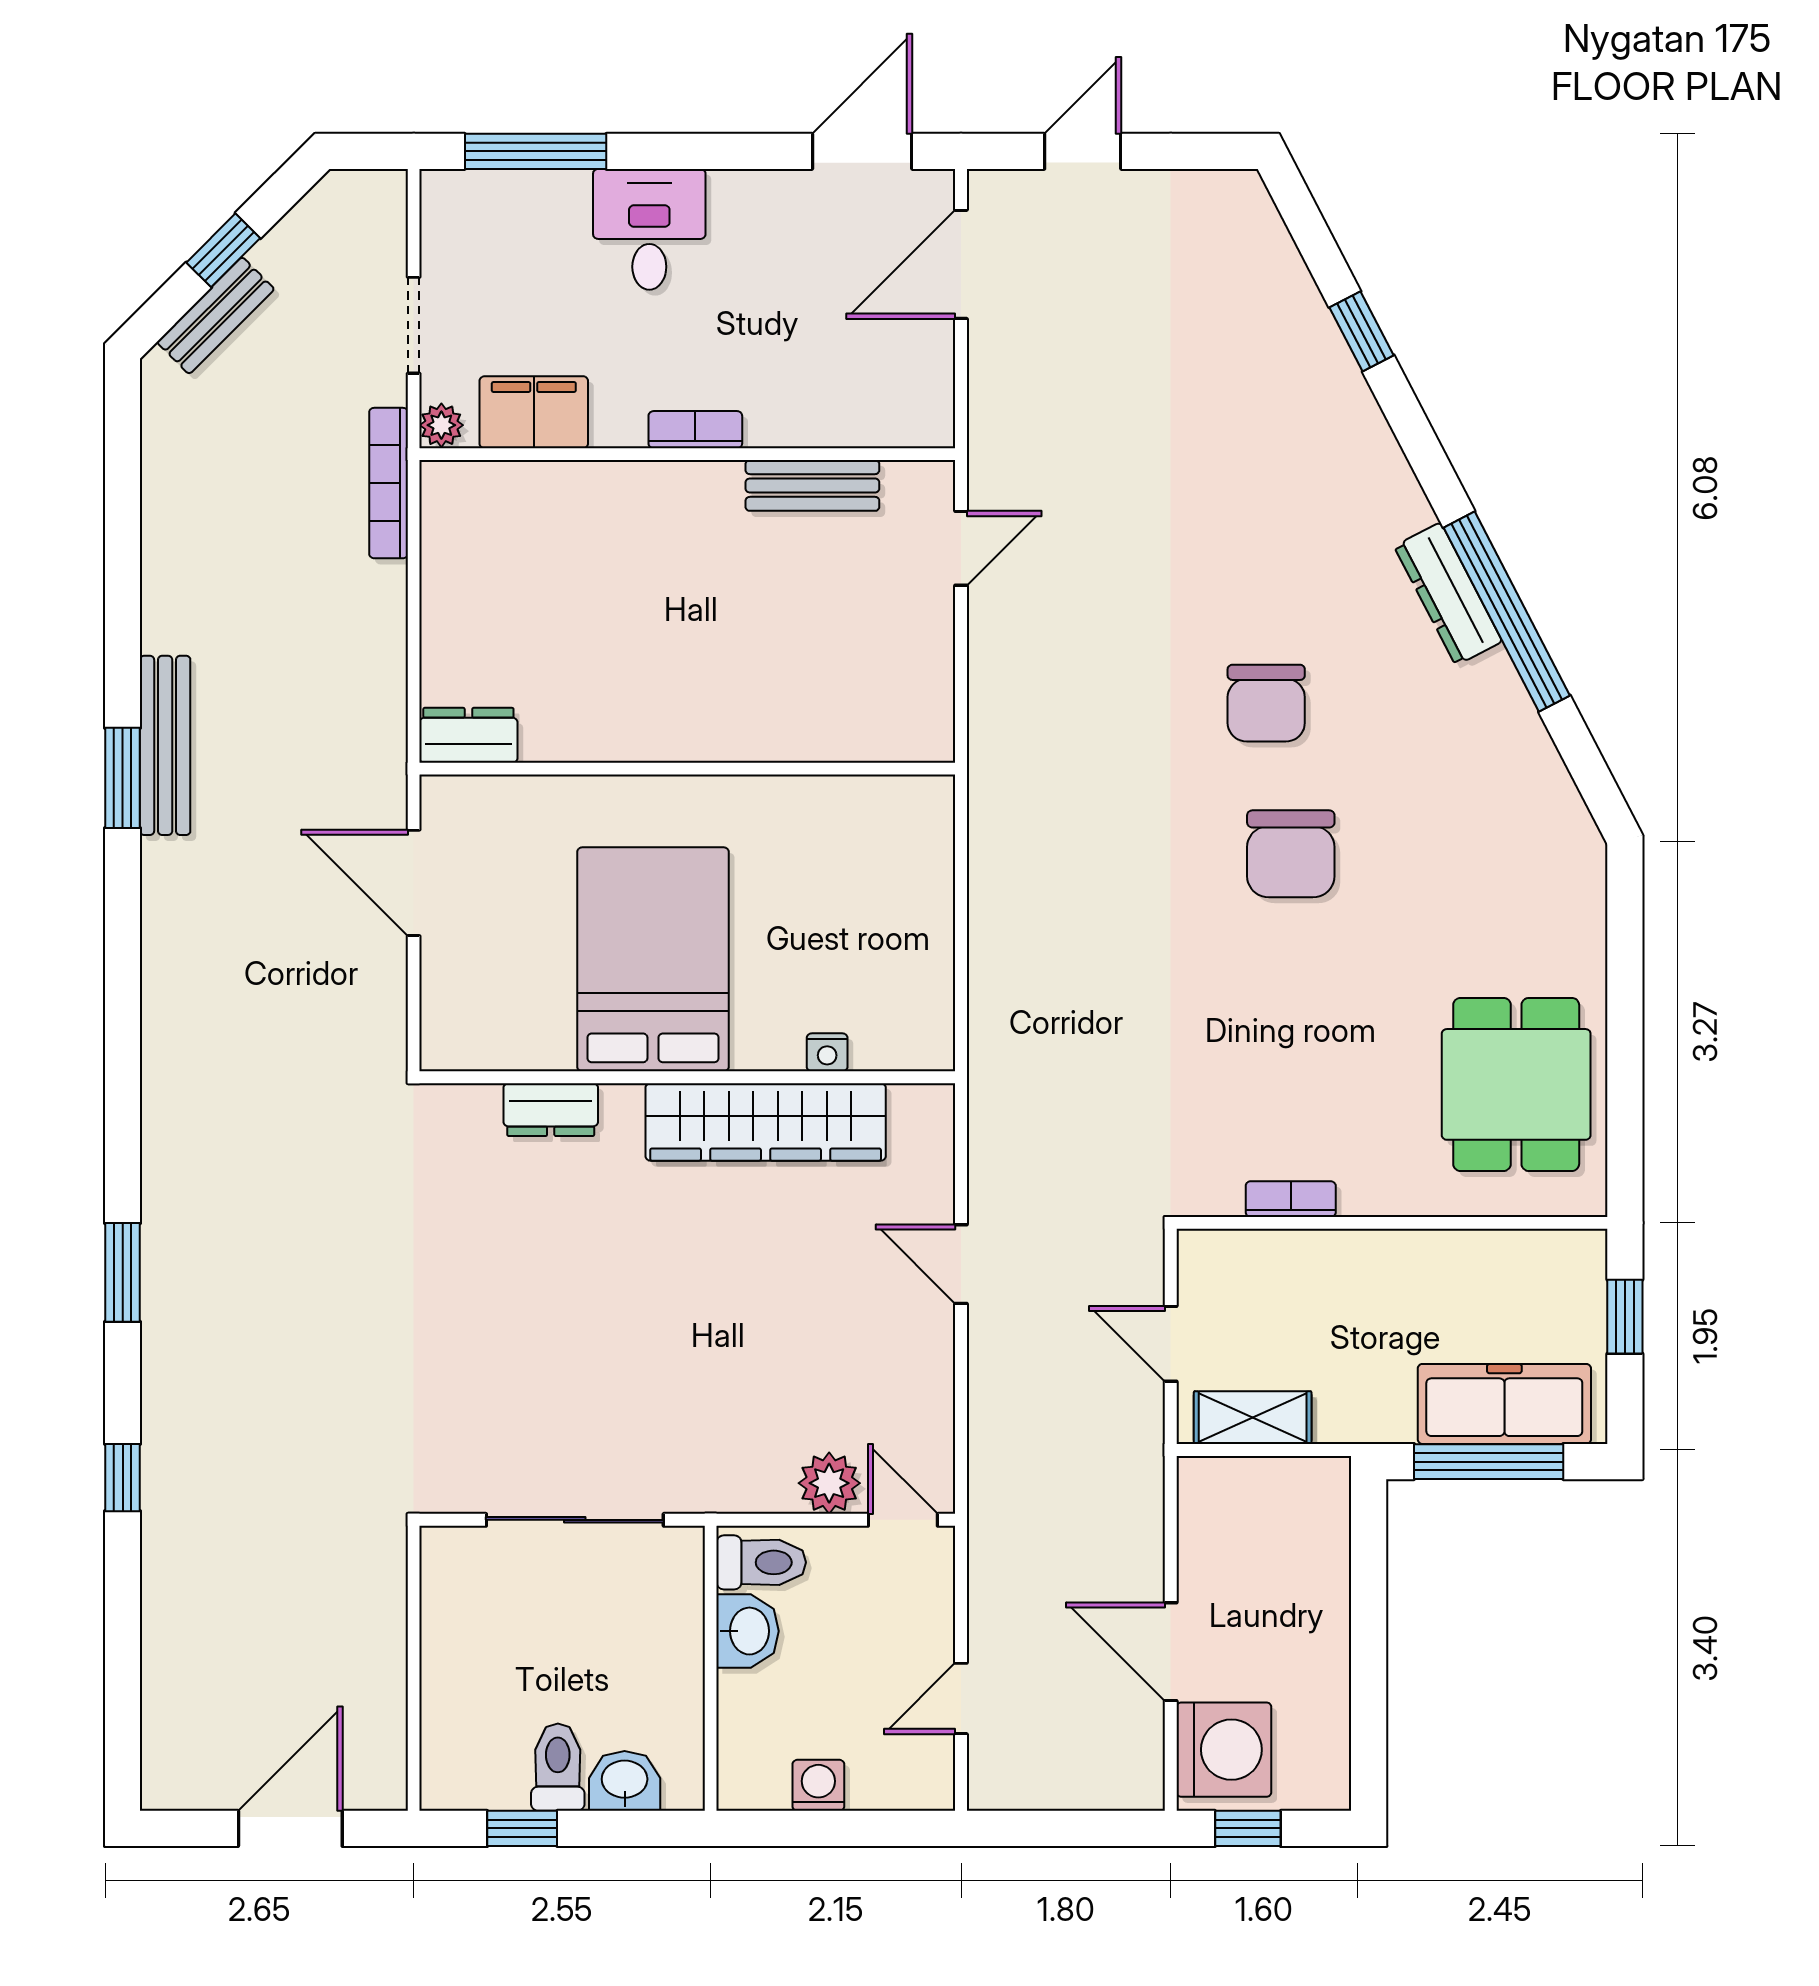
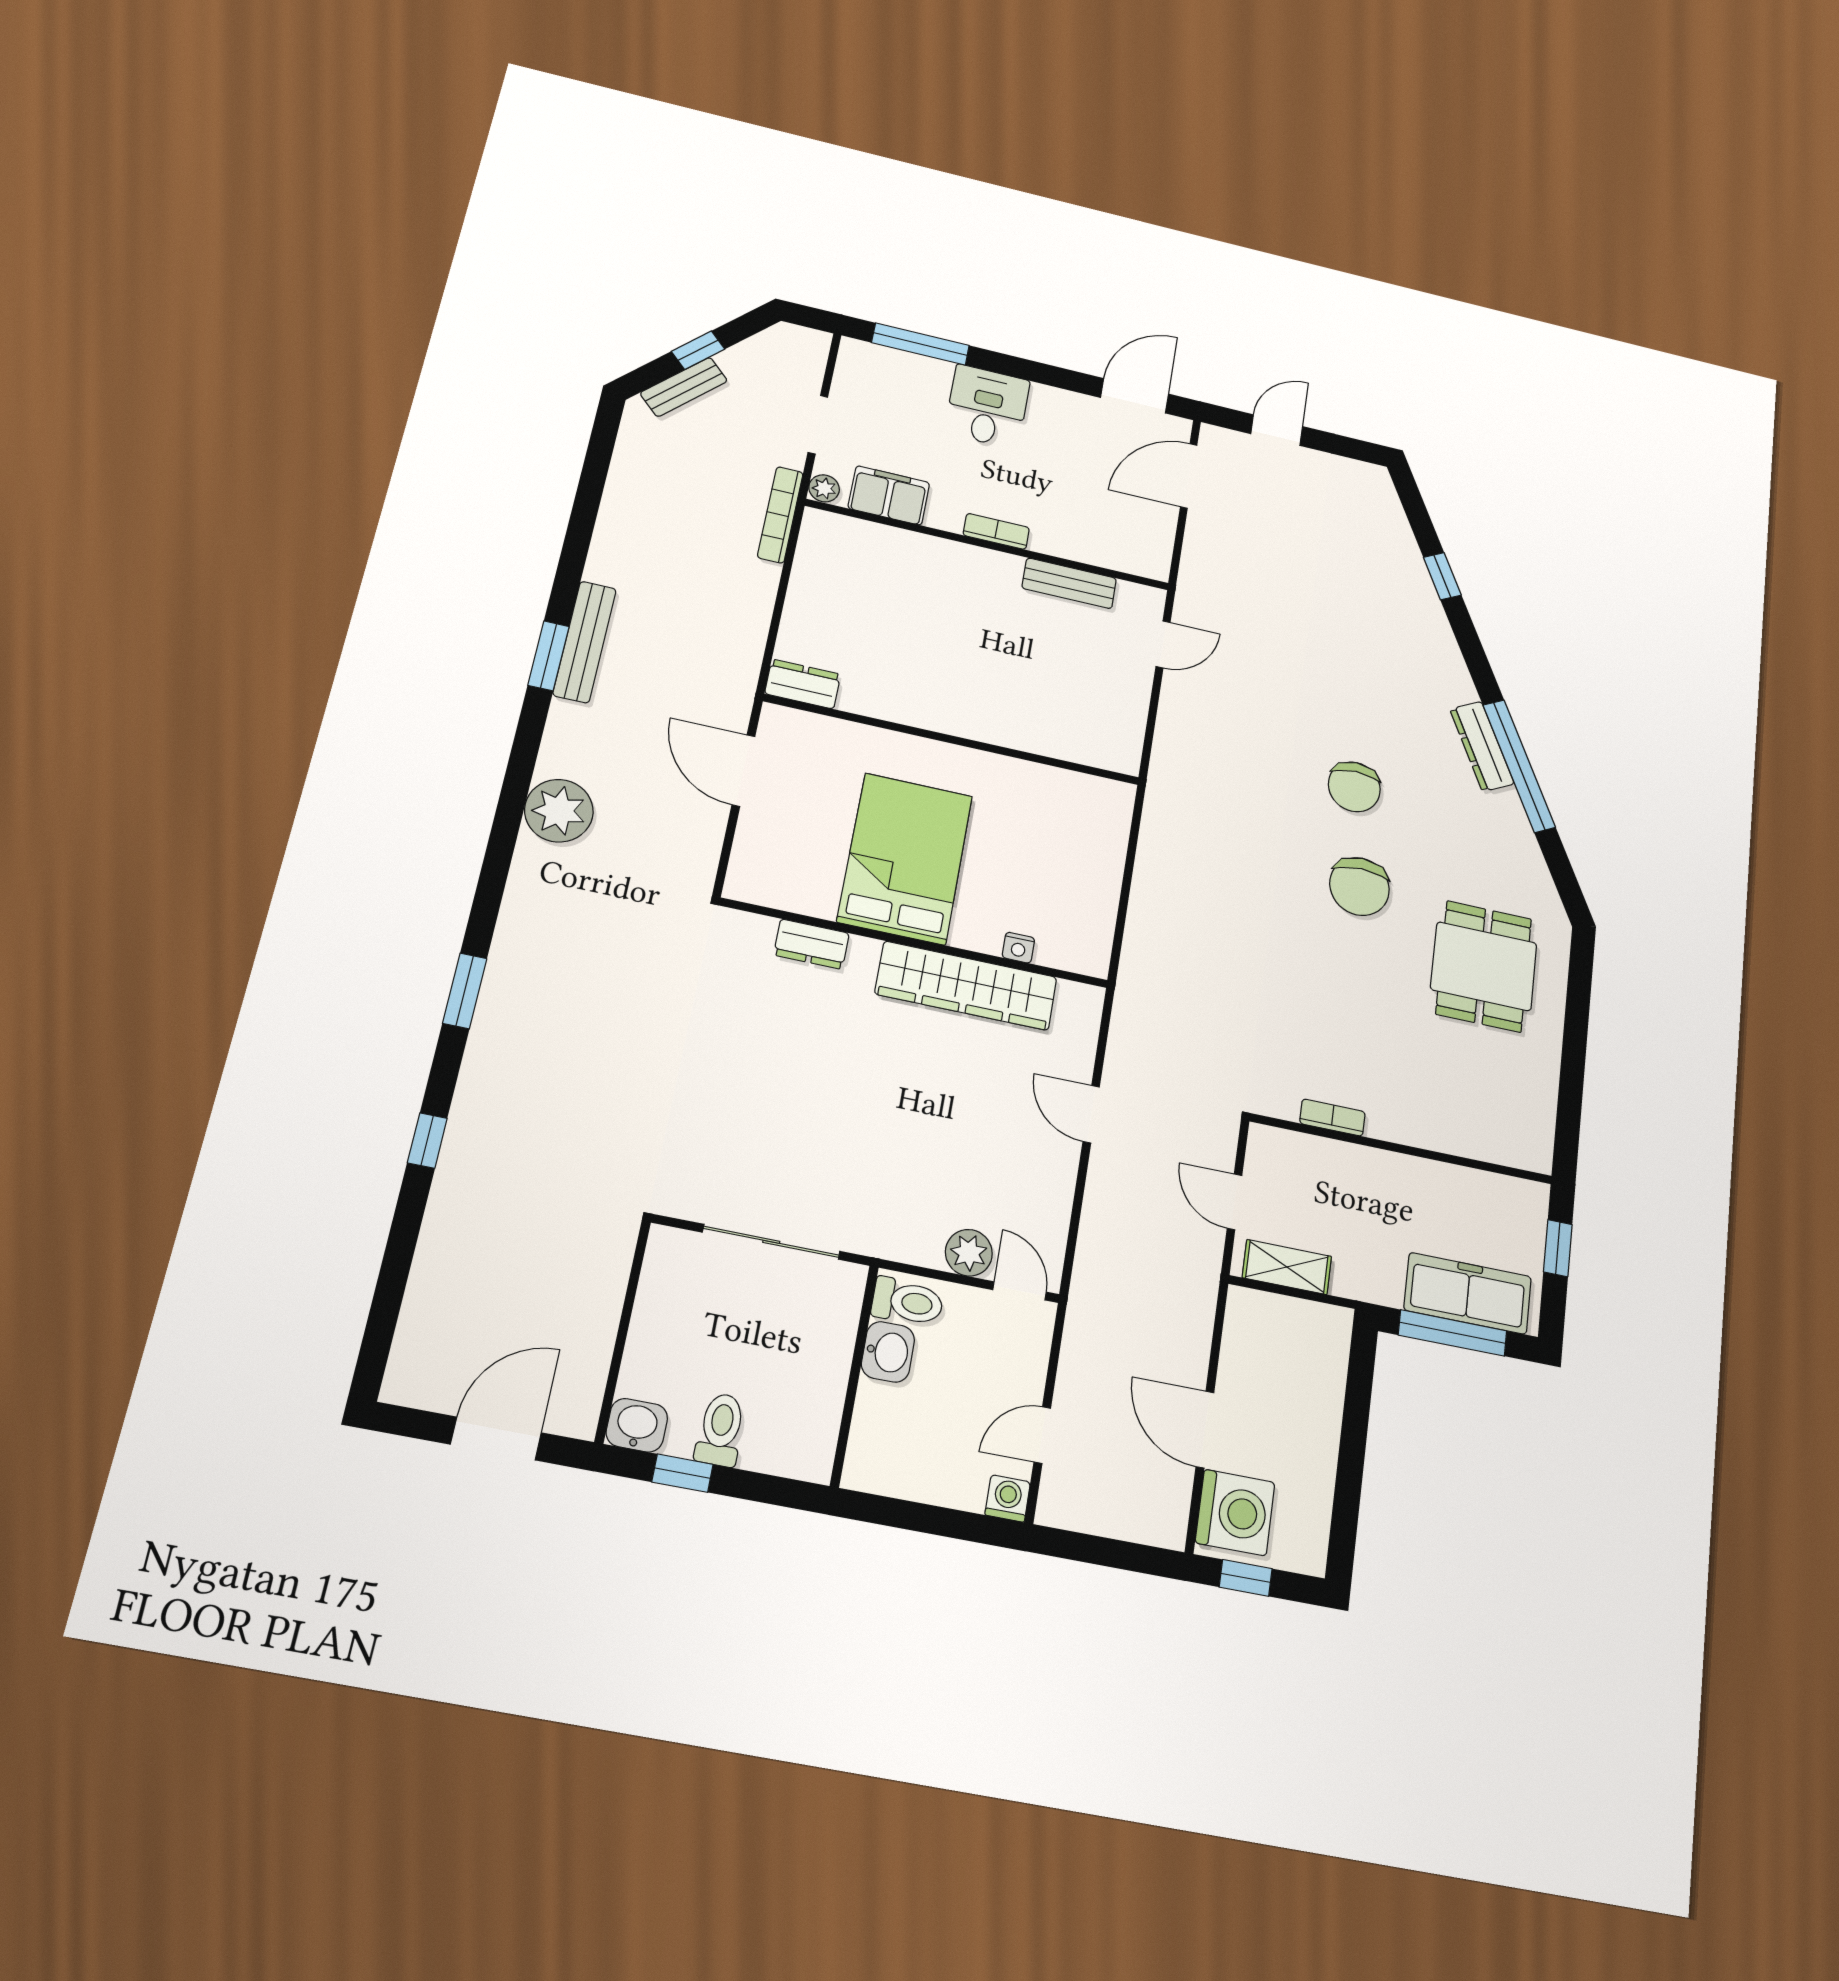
plant: (185, 998) -> (559, 811), added
dining table: (1516, 1084) -> (1484, 966), moved
washbasin: (625, 1781) -> (637, 1425), moved
washing machine: (818, 1785) -> (1008, 1498), moved

